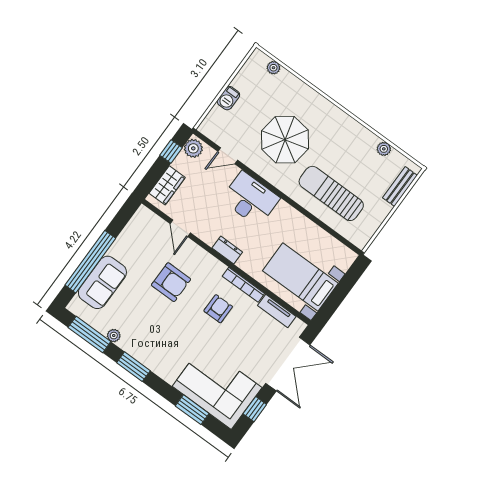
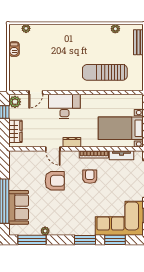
barbecue: (228, 98) -> (14, 49), moved
parasol: (285, 140) -> (60, 62), removed
door: (180, 228) -> (53, 149), moved
window: (133, 367) -> (85, 240), moved

